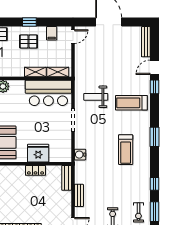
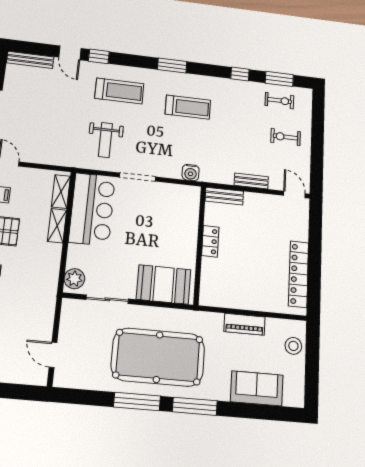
treadmill: (131, 103) -> (119, 91), turned -90
fridge: (38, 153) -> (184, 235), removed

